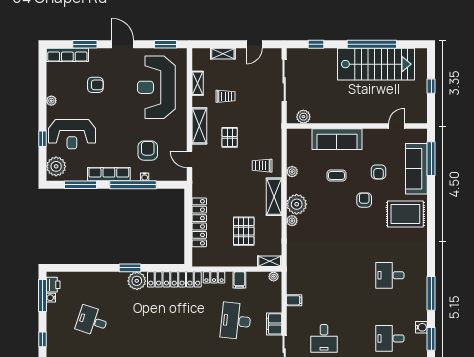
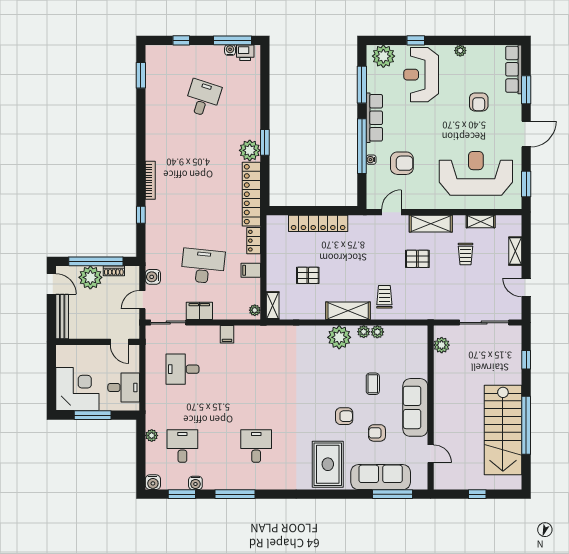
sofa: (337, 139) -> (415, 407), moved
plant: (292, 221) -> (364, 332), moved
pallet: (244, 231) -> (308, 275), width x0.67, depth x0.71

